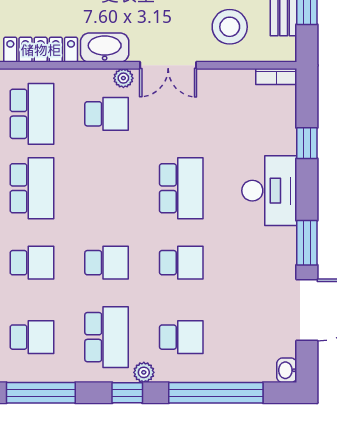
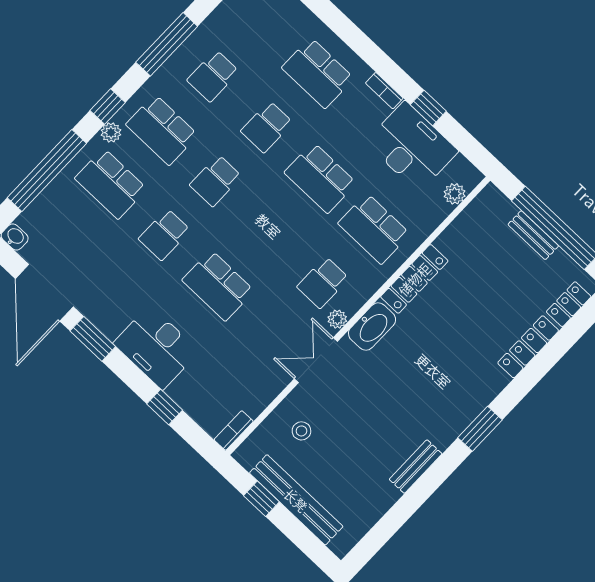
stool: (230, 27) -> (301, 431), width x0.53, depth x0.53
school desk: (181, 337) -> (111, 184), width x1.85

